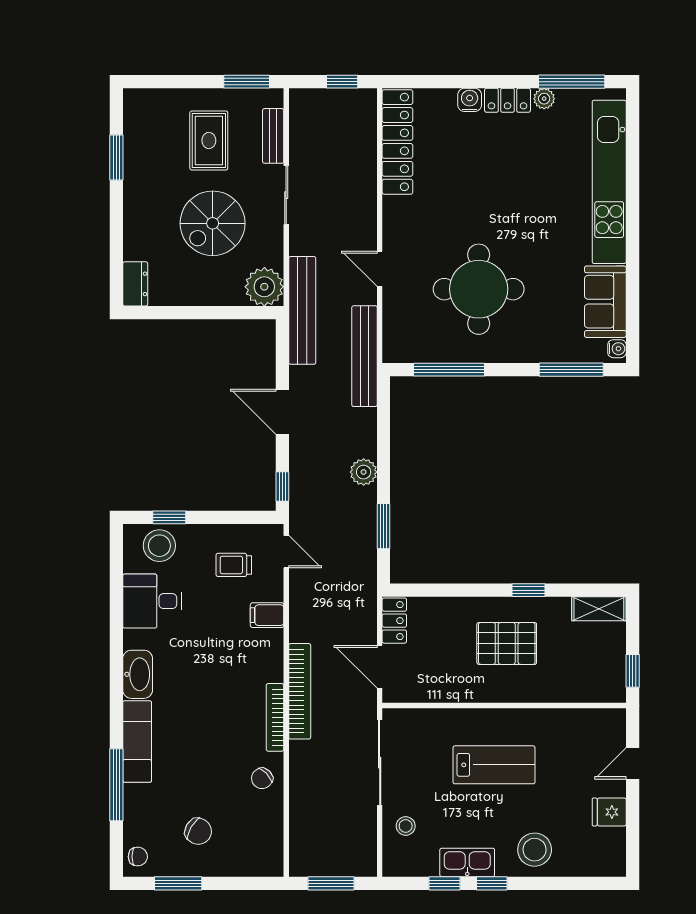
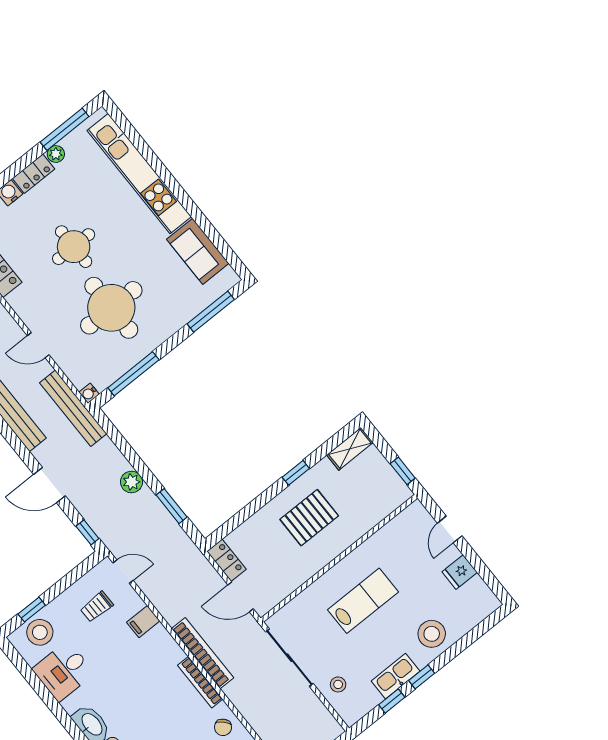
round table: (490, 201) -> (74, 247), added
water cooler: (617, 349) -> (89, 393), moved, turned 180

